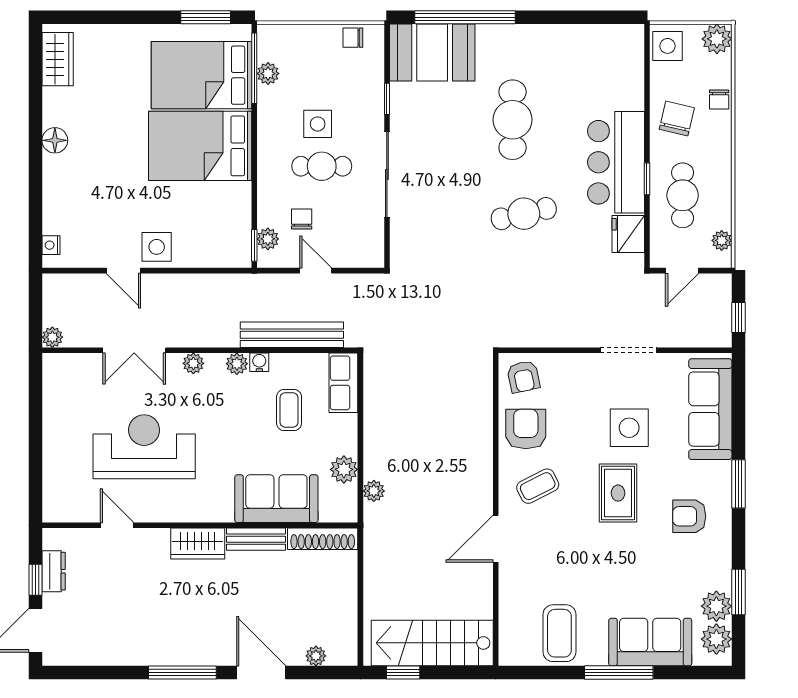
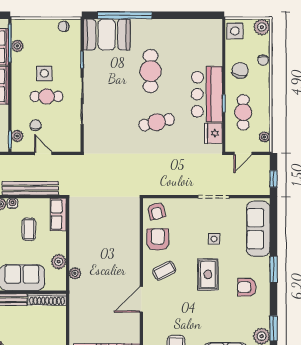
side table: (629, 428) -> (214, 239), width x0.54, depth x0.54

